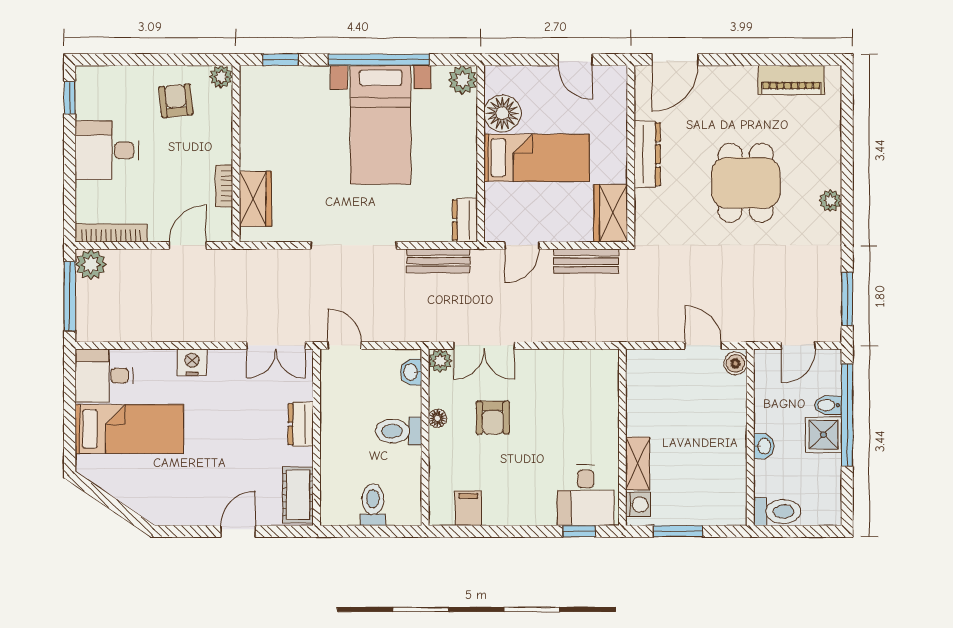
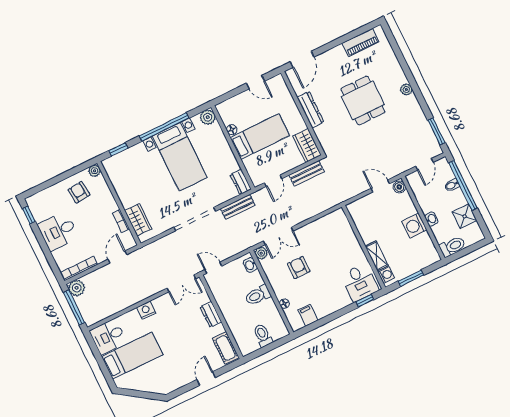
floor lamp: (502, 113) -> (232, 130), width x0.53, depth x0.53
floor lamp: (437, 418) -> (284, 304), moved
armchair: (493, 418) -> (299, 268), turned 180
shower: (824, 435) -> (464, 216), moved
washing machine: (729, 443) -> (414, 226), added

